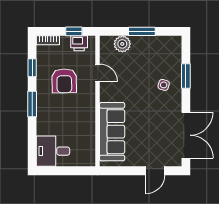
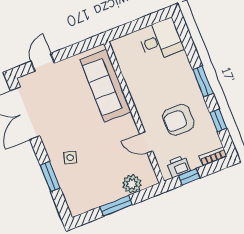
armchair: (64, 81) -> (178, 120), turned -89

